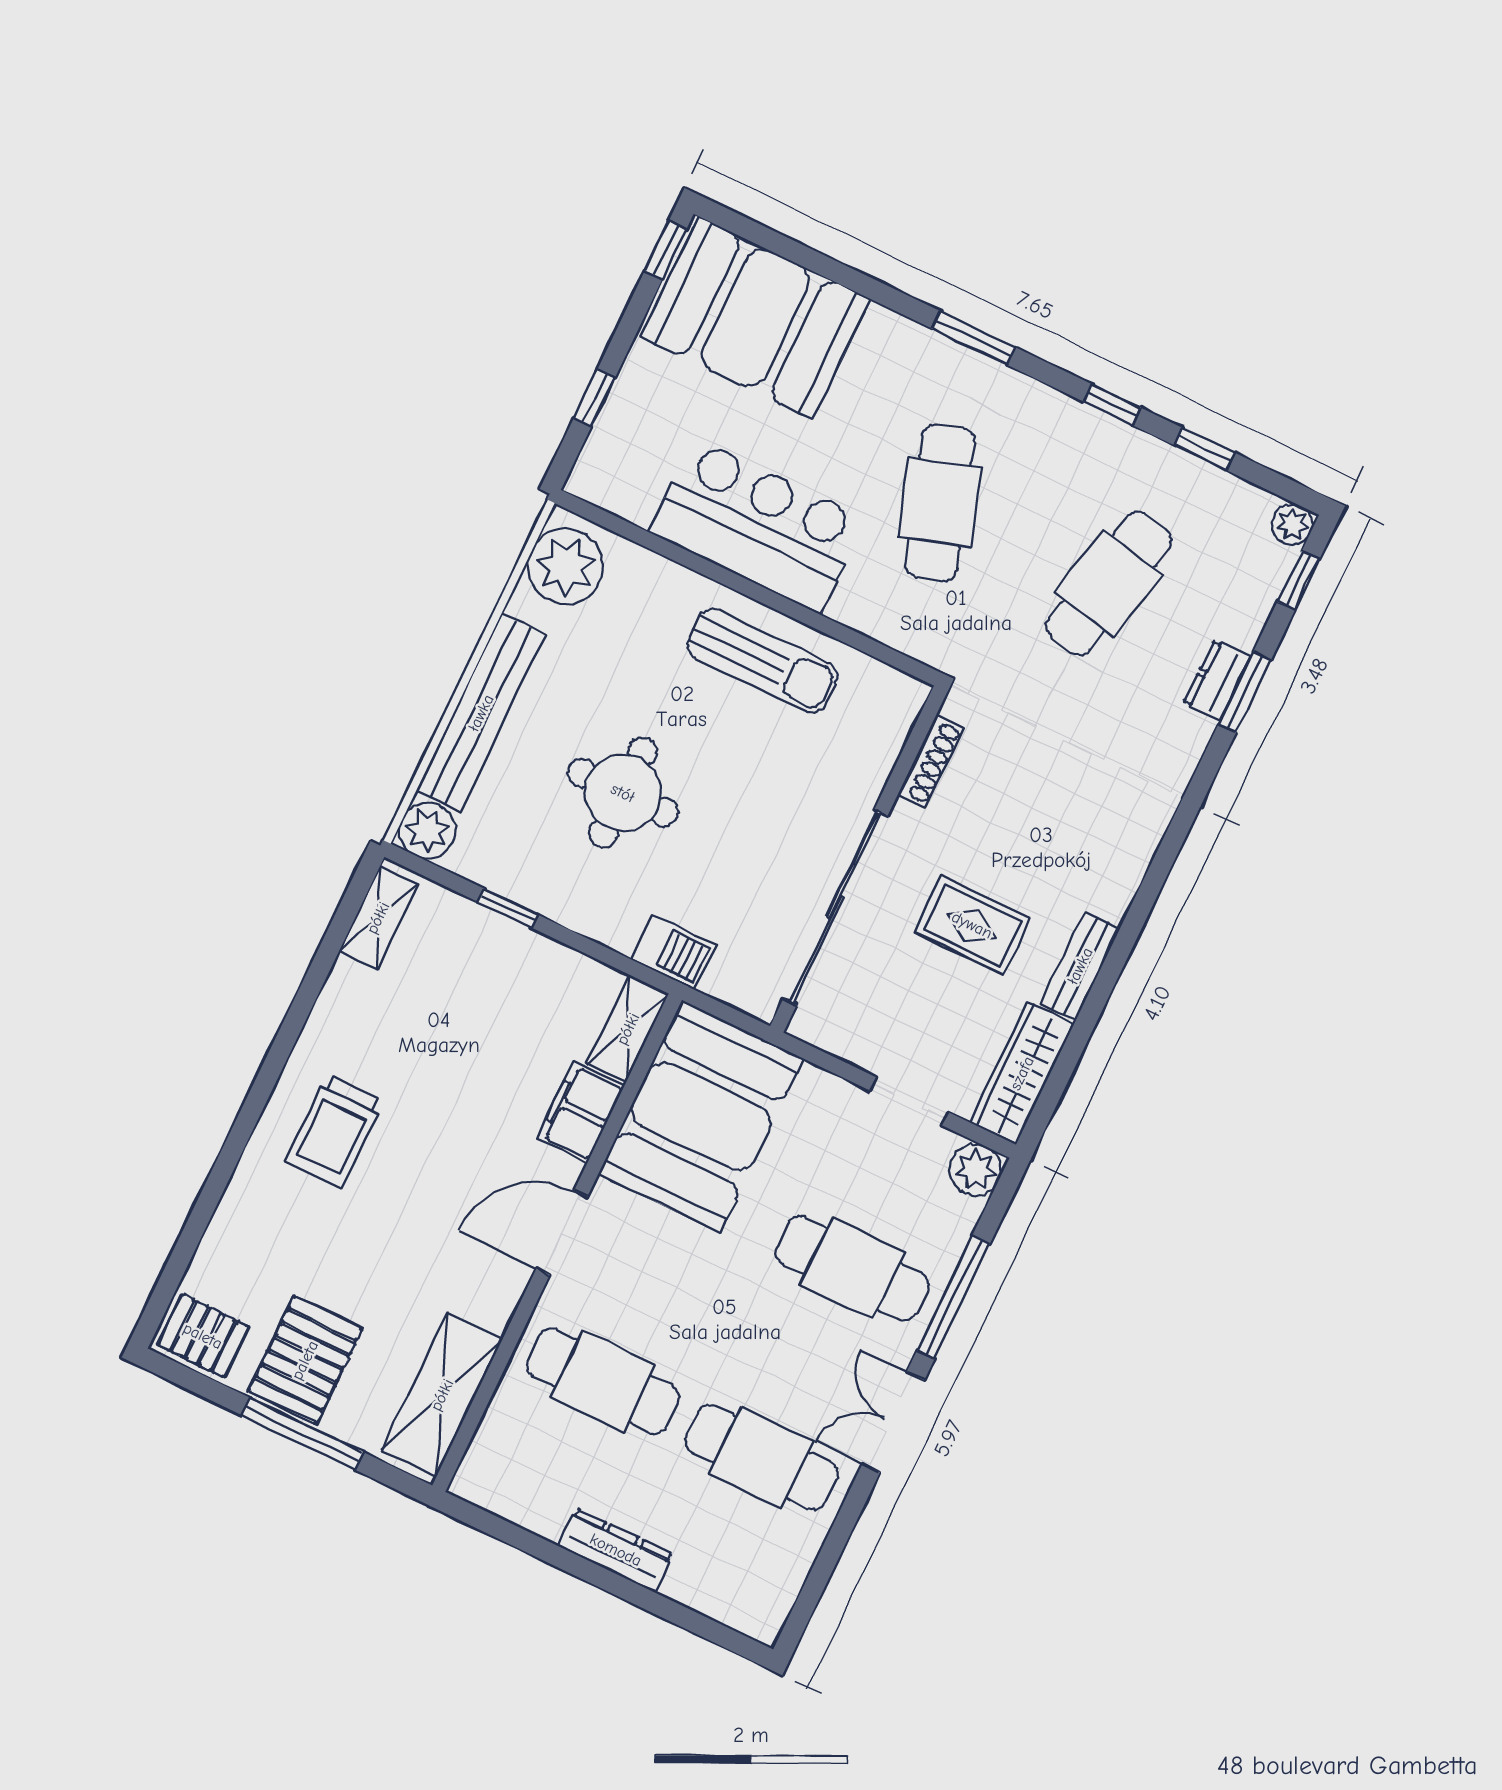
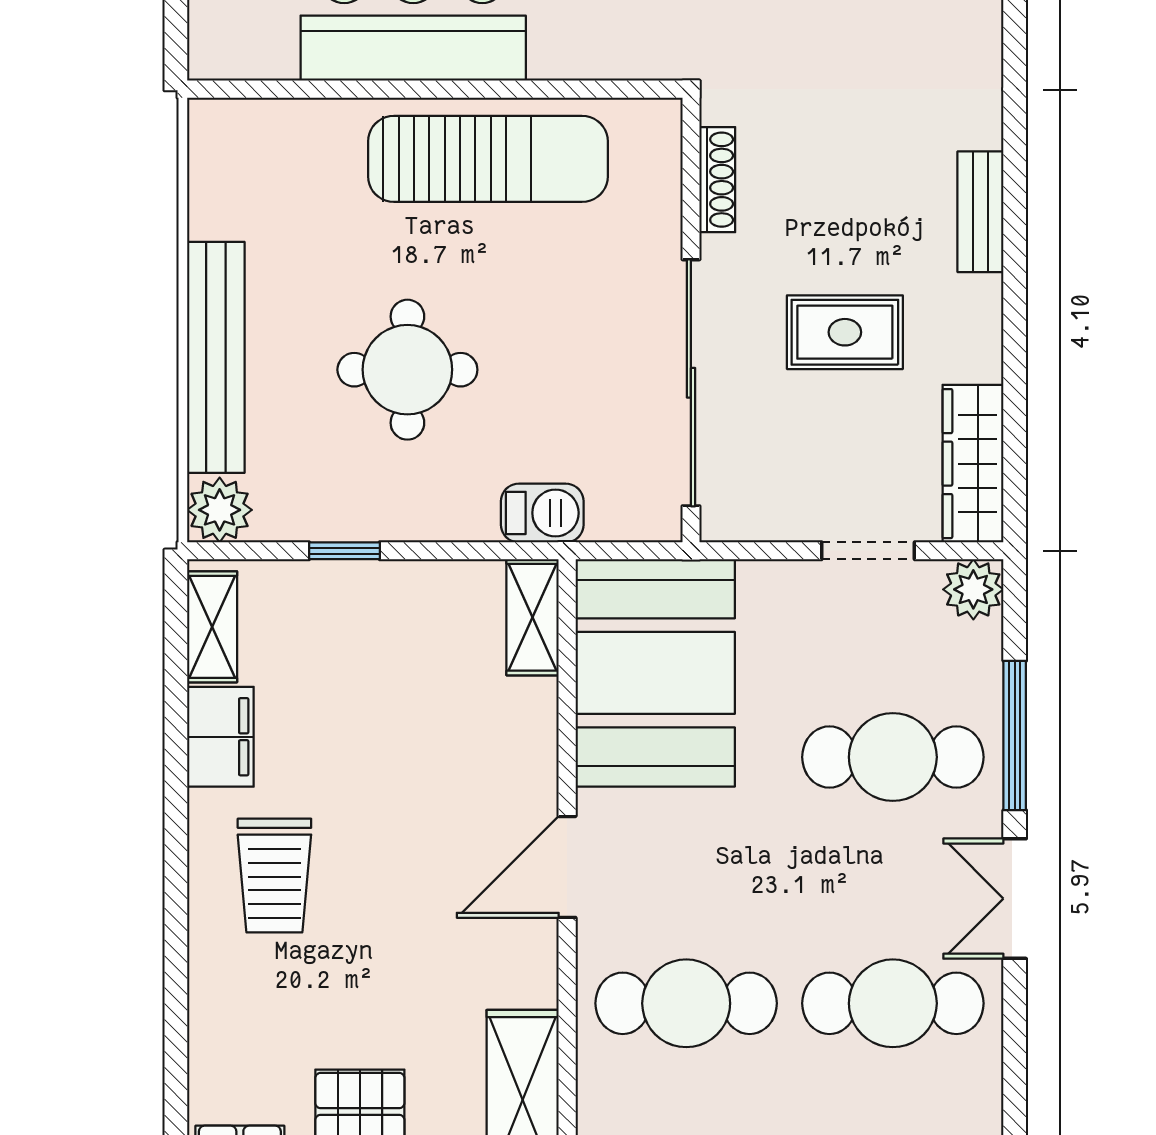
plant: (566, 566) -> (231, 159), removed
sun lounger: (762, 661) -> (488, 159), width x1.36, depth x1.34
bench: (1080, 966) -> (980, 212), moved
filing cabinet: (581, 1112) -> (220, 737), moved, turned 180

